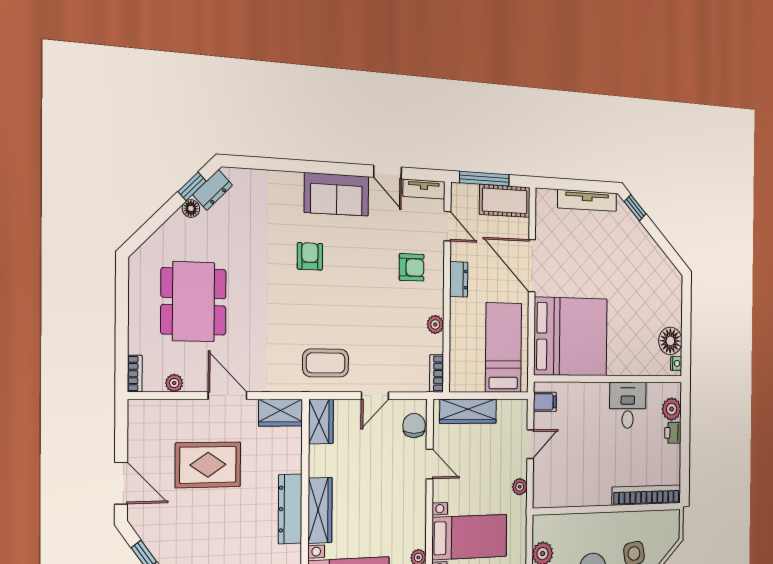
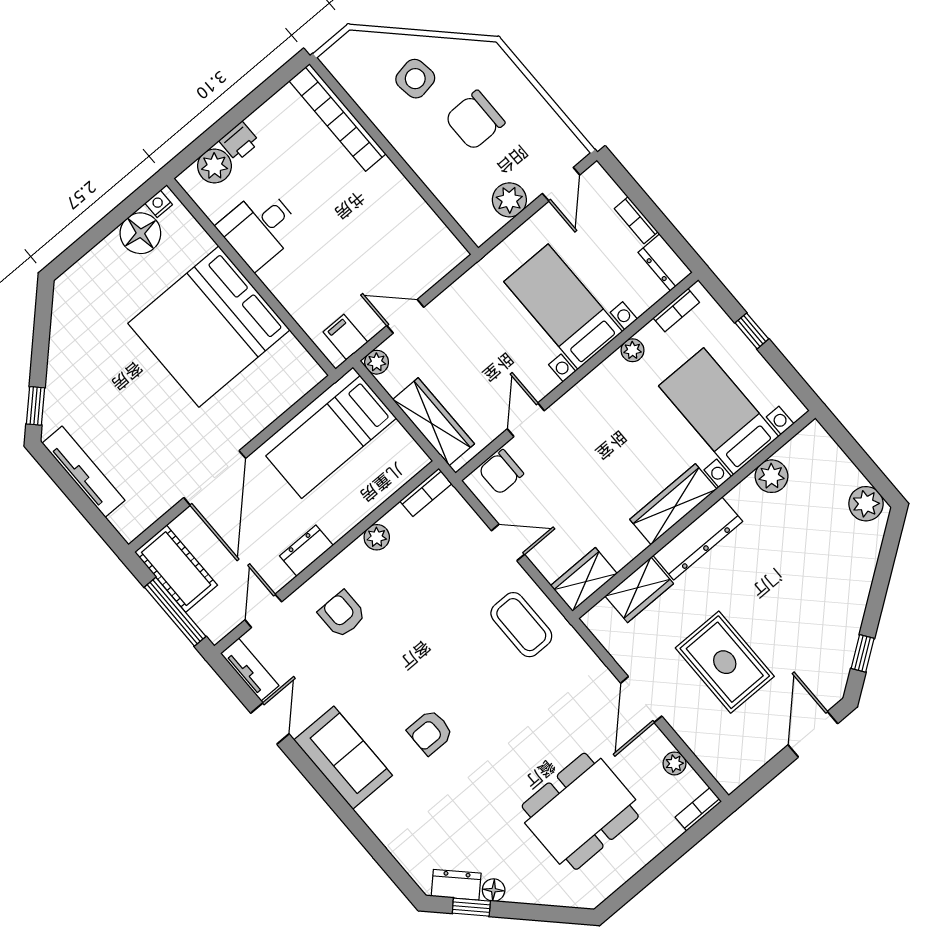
bed: (571, 337) -> (209, 327), moved, turned -90
wardrobe: (281, 413) -> (639, 590), moved, turned 90
plant: (520, 487) -> (377, 362), moved

